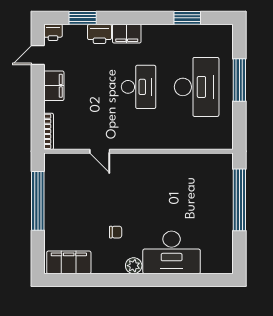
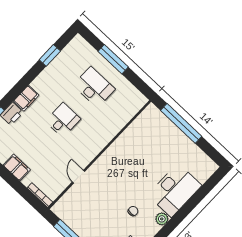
desk: (139, 87) -> (63, 120), width x0.73
desk: (197, 87) -> (94, 87), width x0.73, depth x0.77
door: (100, 151) -> (79, 177), swing flipped

